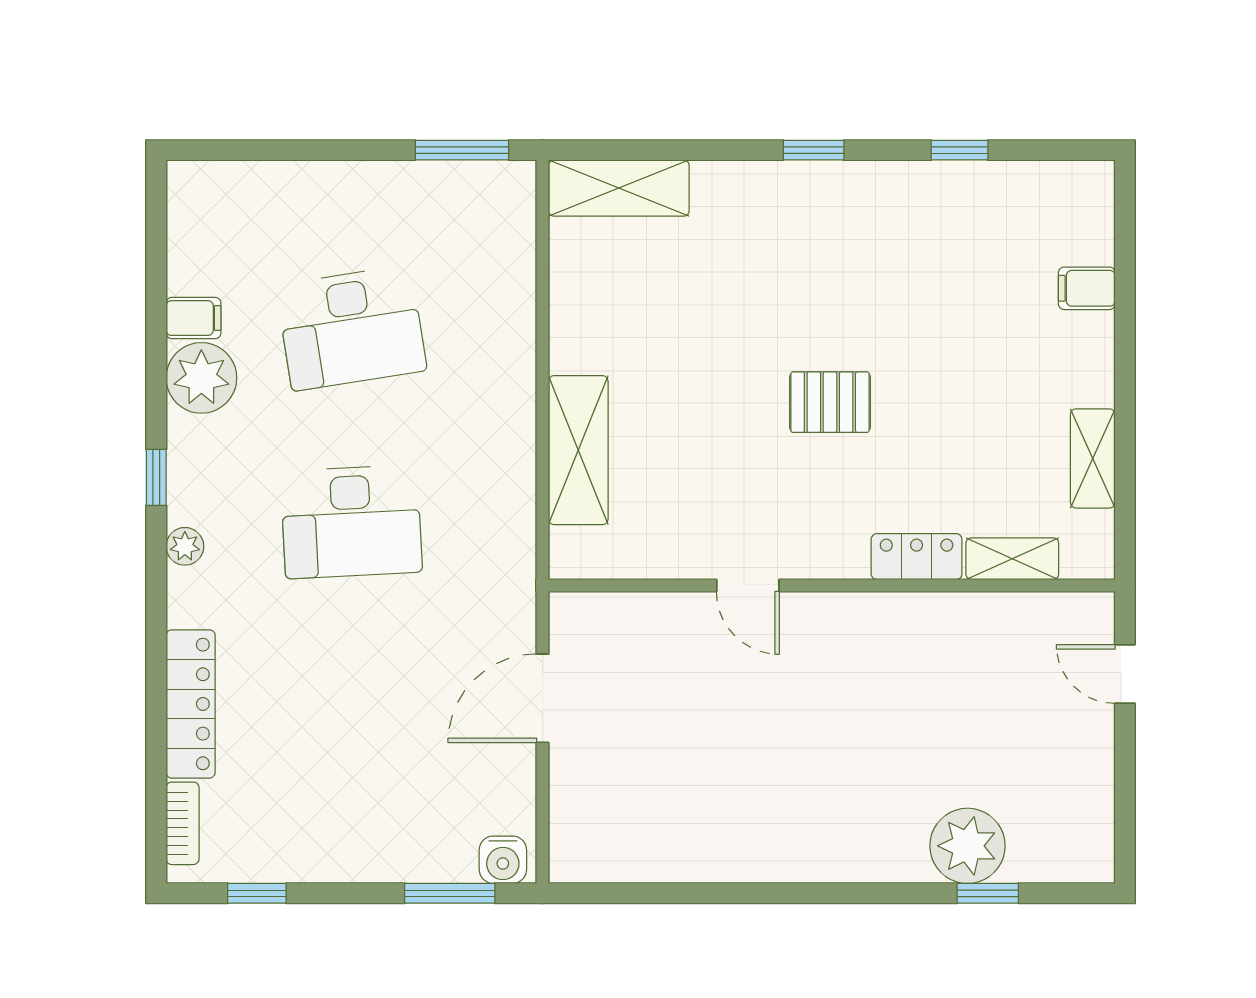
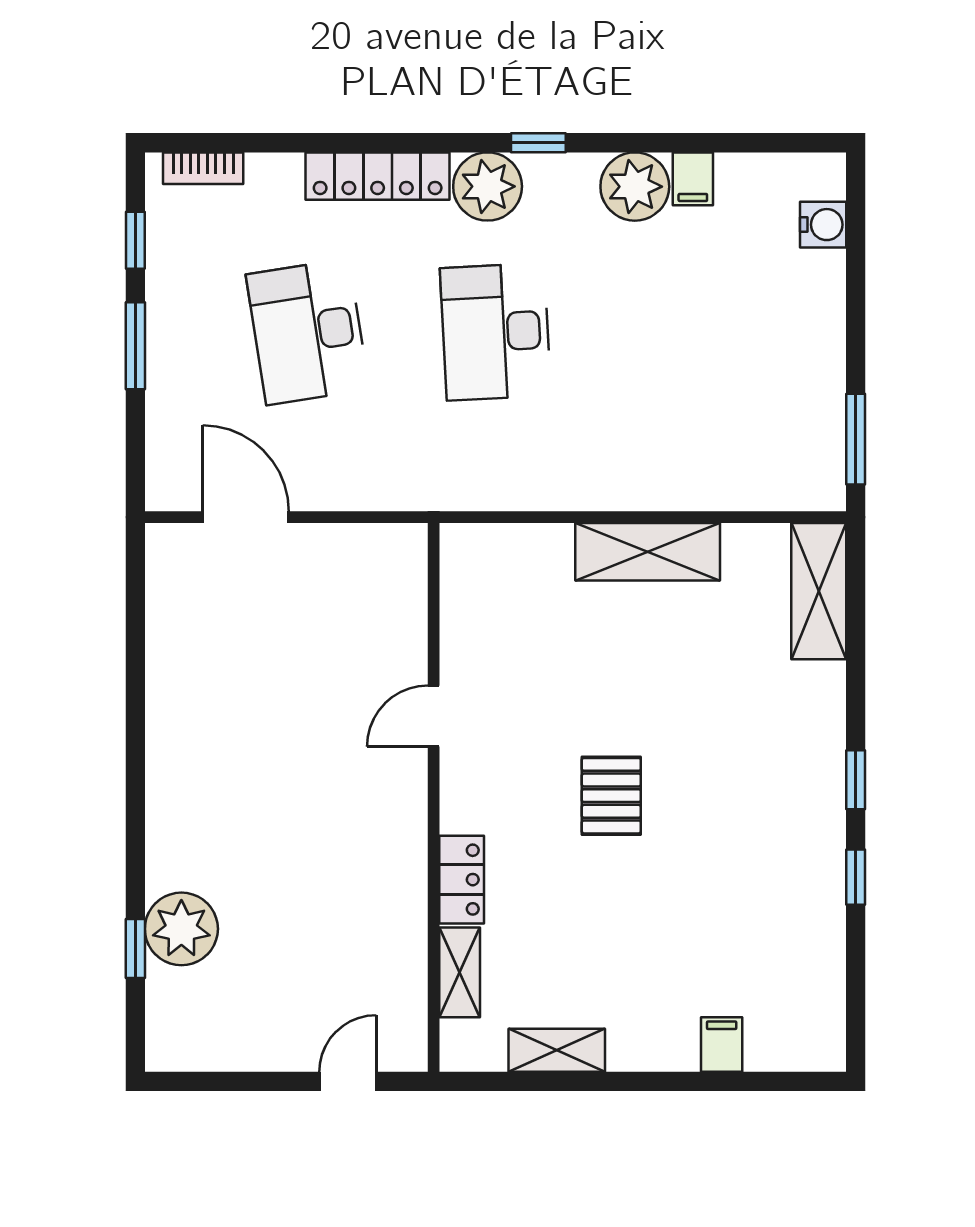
window: (959, 150) -> (856, 877), moved
desk: (351, 328) -> (308, 332), moved
shelving: (578, 450) -> (648, 552), moved
plant: (185, 546) -> (488, 186), width x1.87, depth x1.87
door: (543, 698) -> (246, 517), moved
locker: (191, 704) -> (378, 176), moved
water cooler: (503, 860) -> (823, 225), moved, turned 180
window: (450, 893) -> (135, 346), moved

